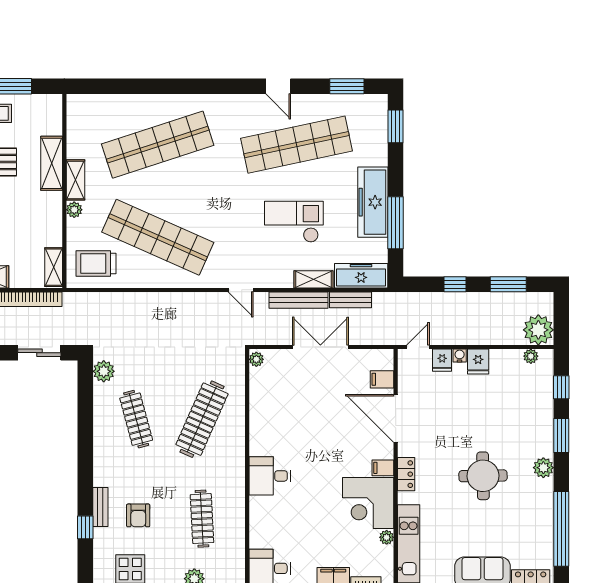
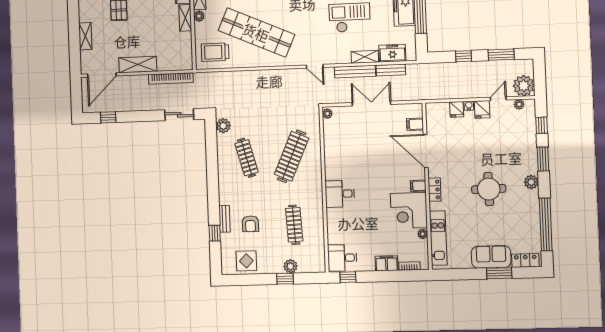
shelving: (54, 267) -> (185, 18), moved
freezer: (361, 276) -> (392, 53), width x0.71
door: (418, 347) -> (498, 99), moved

